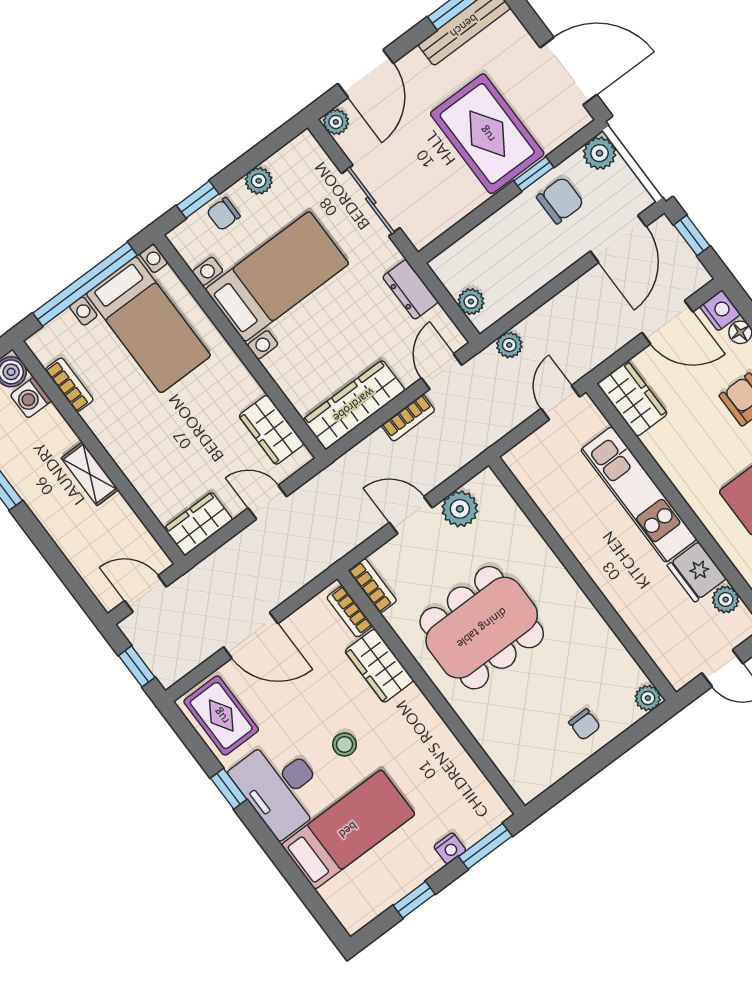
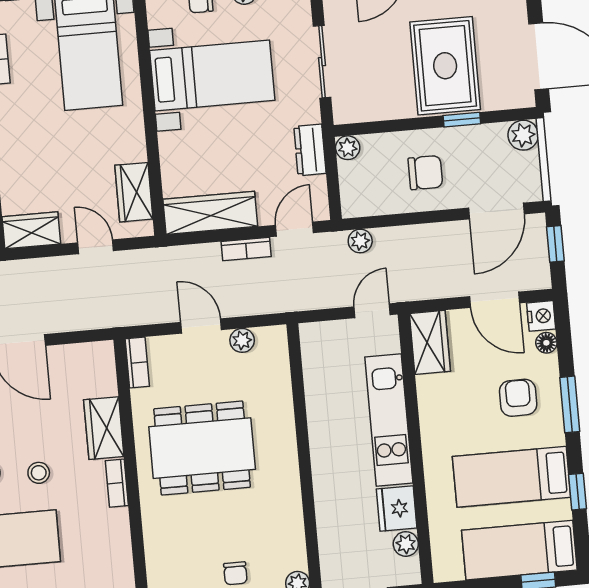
chair: (560, 200) -> (425, 173), moved
plant: (471, 302) -> (348, 148), moved
plant: (460, 509) -> (242, 340), width x0.73, depth x0.73
bookcase: (350, 612) -> (117, 483), moved

